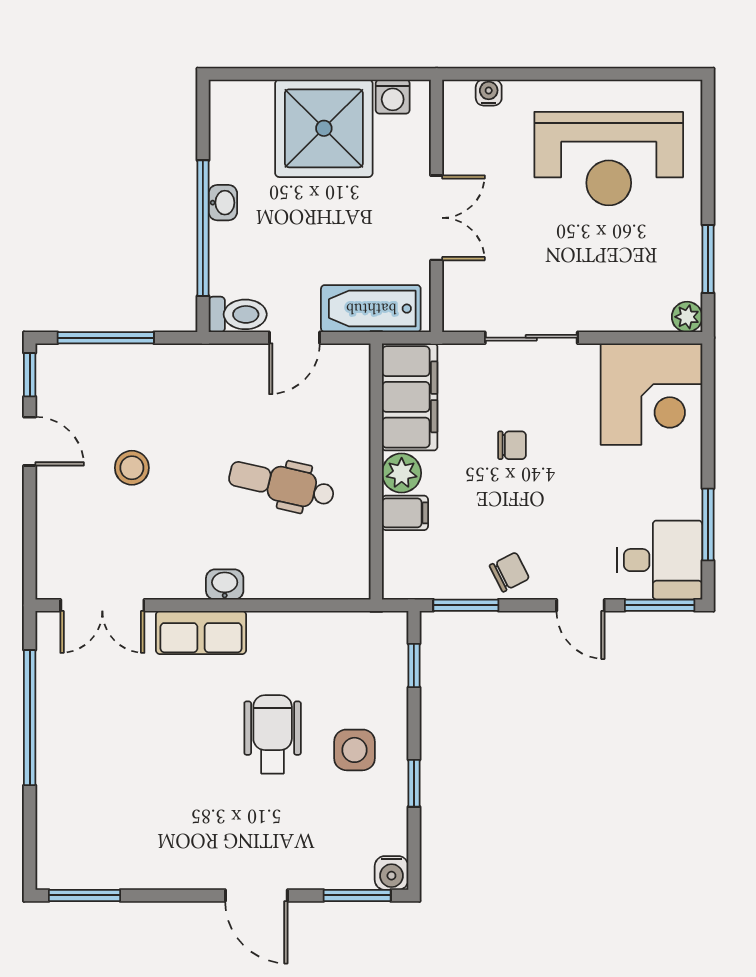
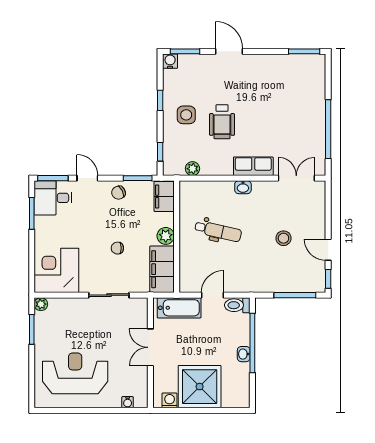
filing cabinet: (405, 513) -> (164, 196), moved, width x2.00
plant: (340, 627) -> (192, 169), added

